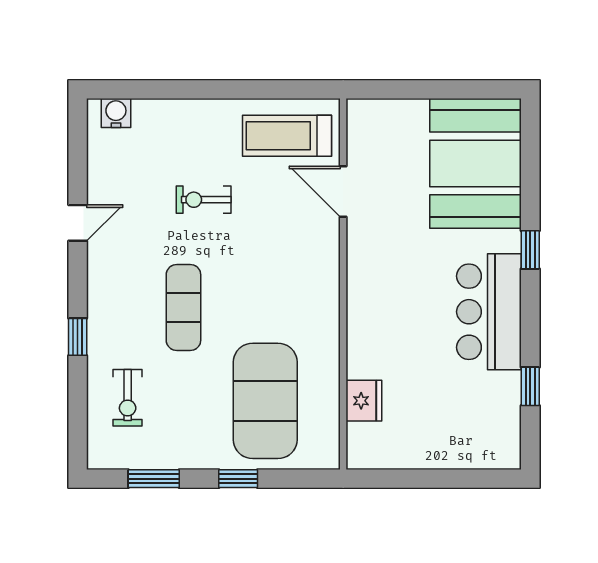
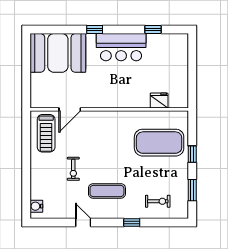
exercise mat: (183, 307) -> (107, 191), moved

